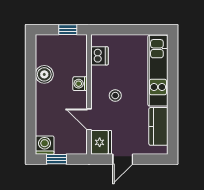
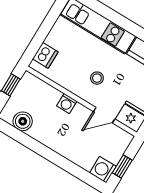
dishwasher: (99, 56) -> (45, 55), moved, turned 90
boiler: (44, 74) -> (23, 121), moved

